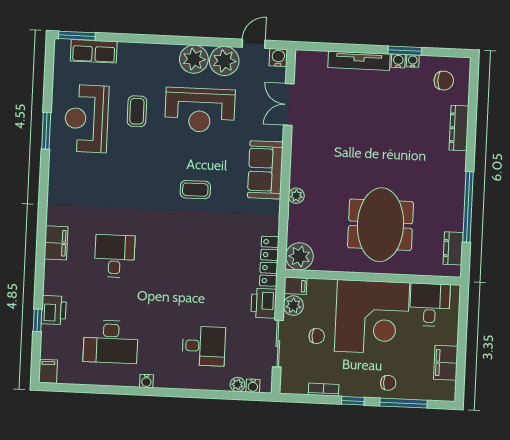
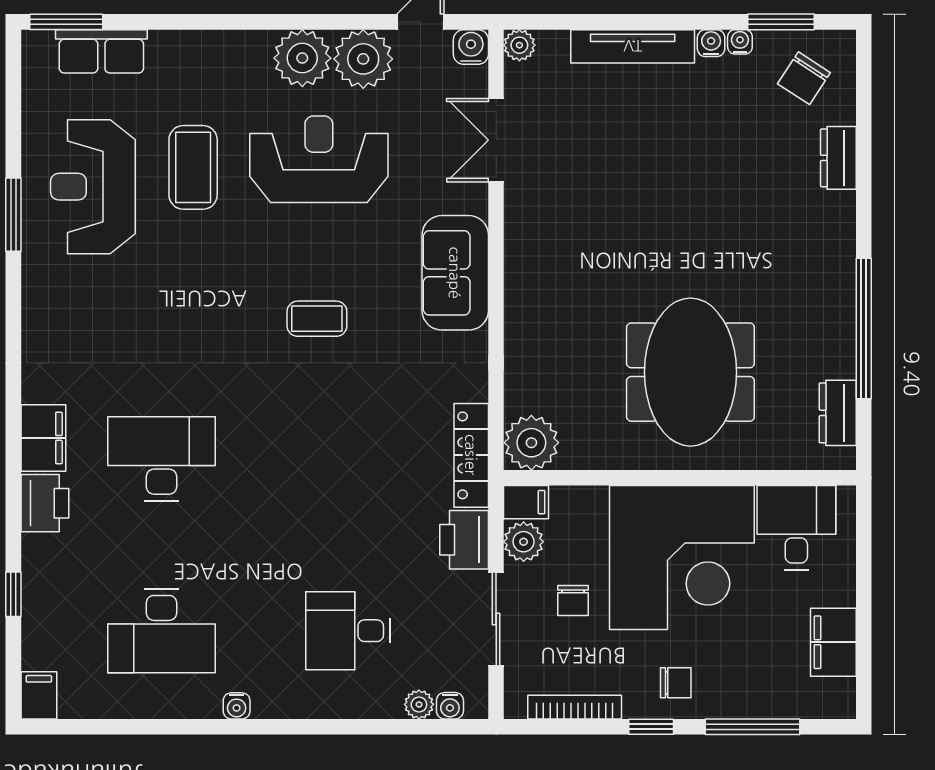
window: (405, 51) -> (781, 22), moved
chair: (444, 81) -> (804, 78), turned 123
reception desk: (200, 110) -> (319, 159), turned 180
coffee table: (137, 111) -> (193, 167), width x1.36, depth x1.30
dresser: (459, 128) -> (838, 158), width x0.70
plant: (296, 196) -> (519, 45), moved
desk: (115, 256) -> (162, 459), width x1.37
printer: (54, 310) -> (45, 503), moved
chair: (317, 336) -> (573, 601), turned 90
desk: (204, 346) -> (348, 631), turned 180
chair: (388, 383) -> (676, 683), moved
bookcase: (324, 390) -> (575, 707), width x1.56

